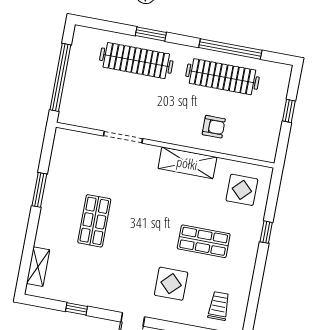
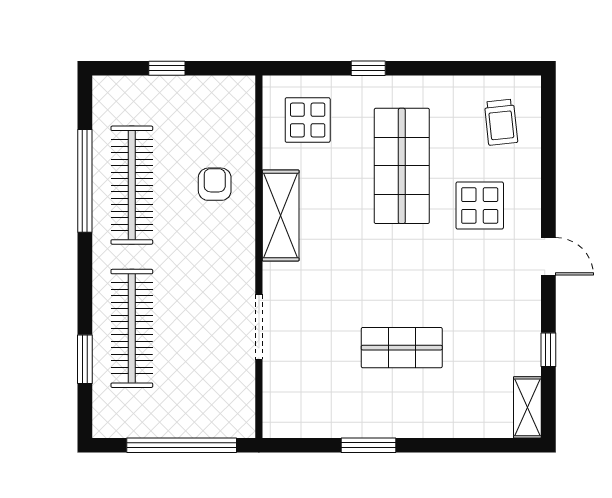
window: (151, 34) -> (85, 359), moved
shop shelf: (204, 241) -> (402, 166), width x1.43, depth x1.36
shelving: (38, 267) -> (527, 407), moved, turned 90
trolley: (219, 306) -> (501, 122), turned -96

